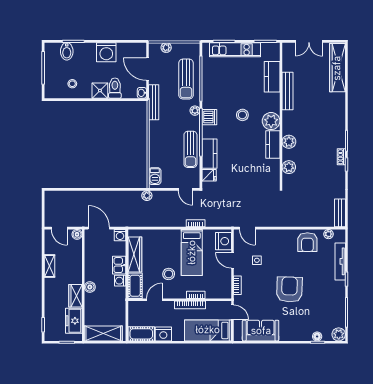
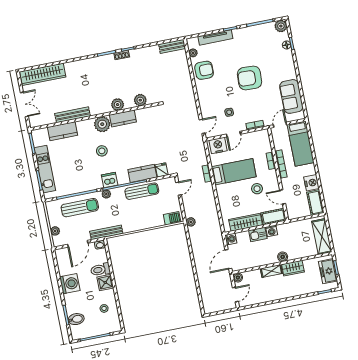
shelving: (50, 266) -> (271, 271), moved
freezer: (74, 321) -> (328, 271), moved, turned 90

